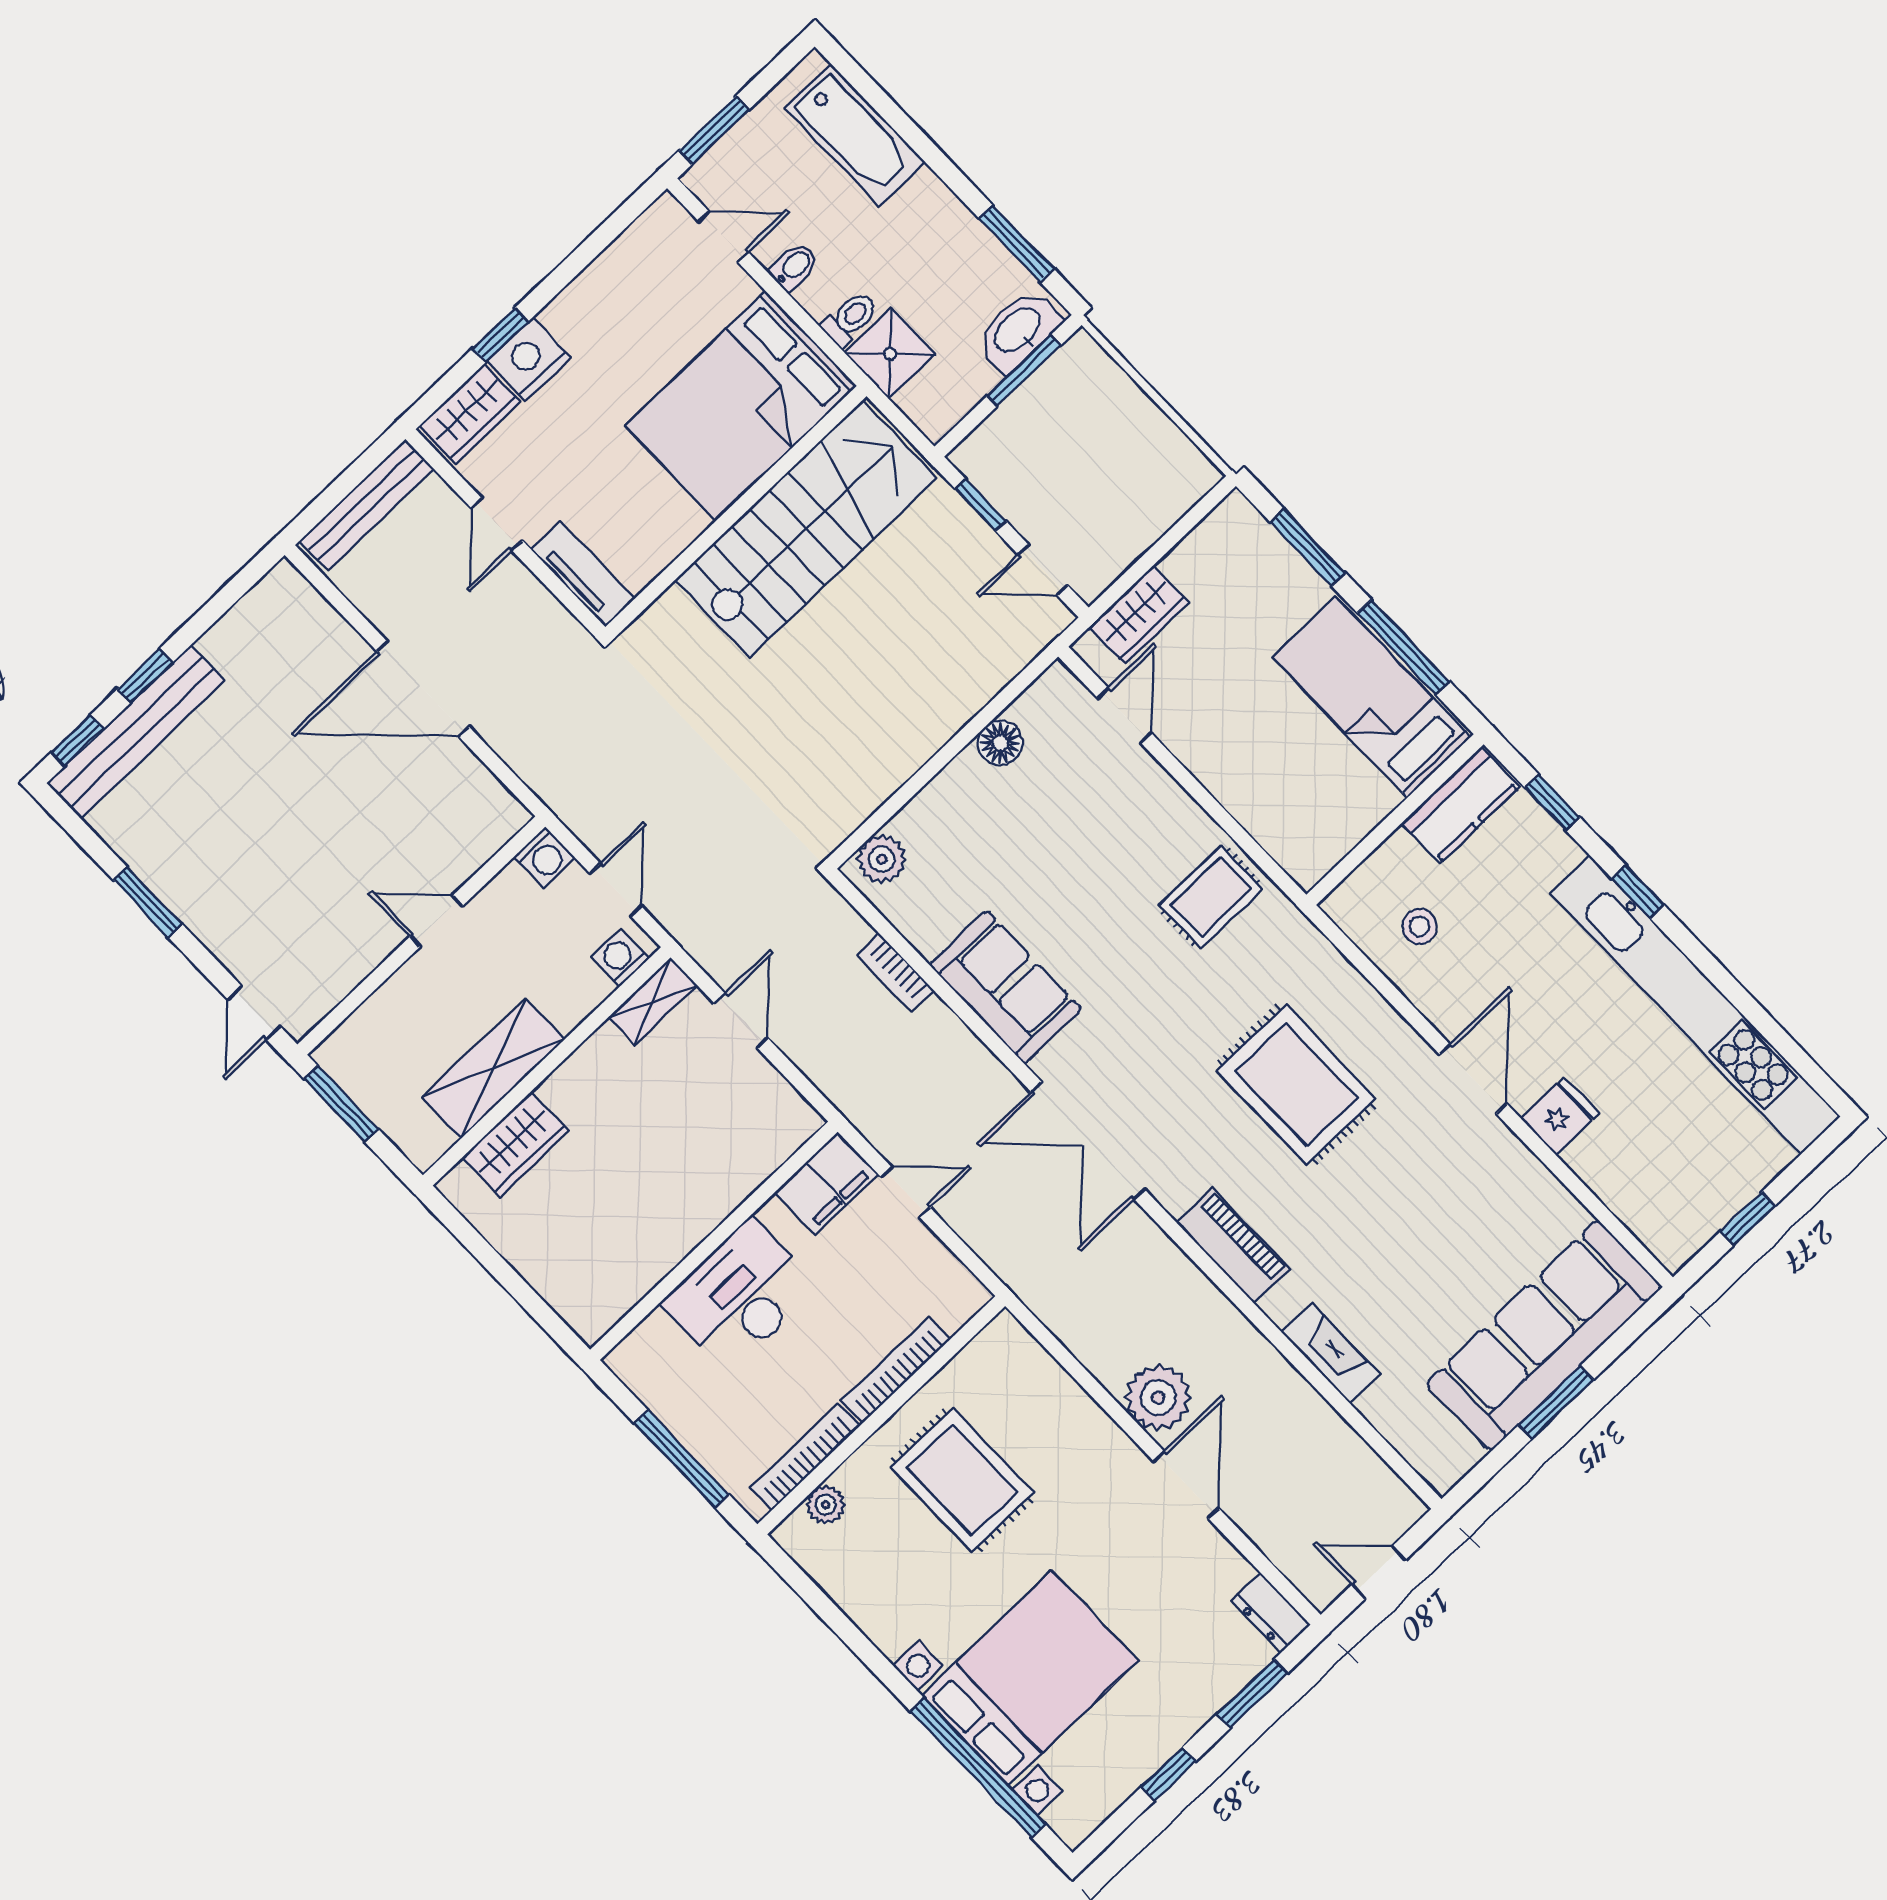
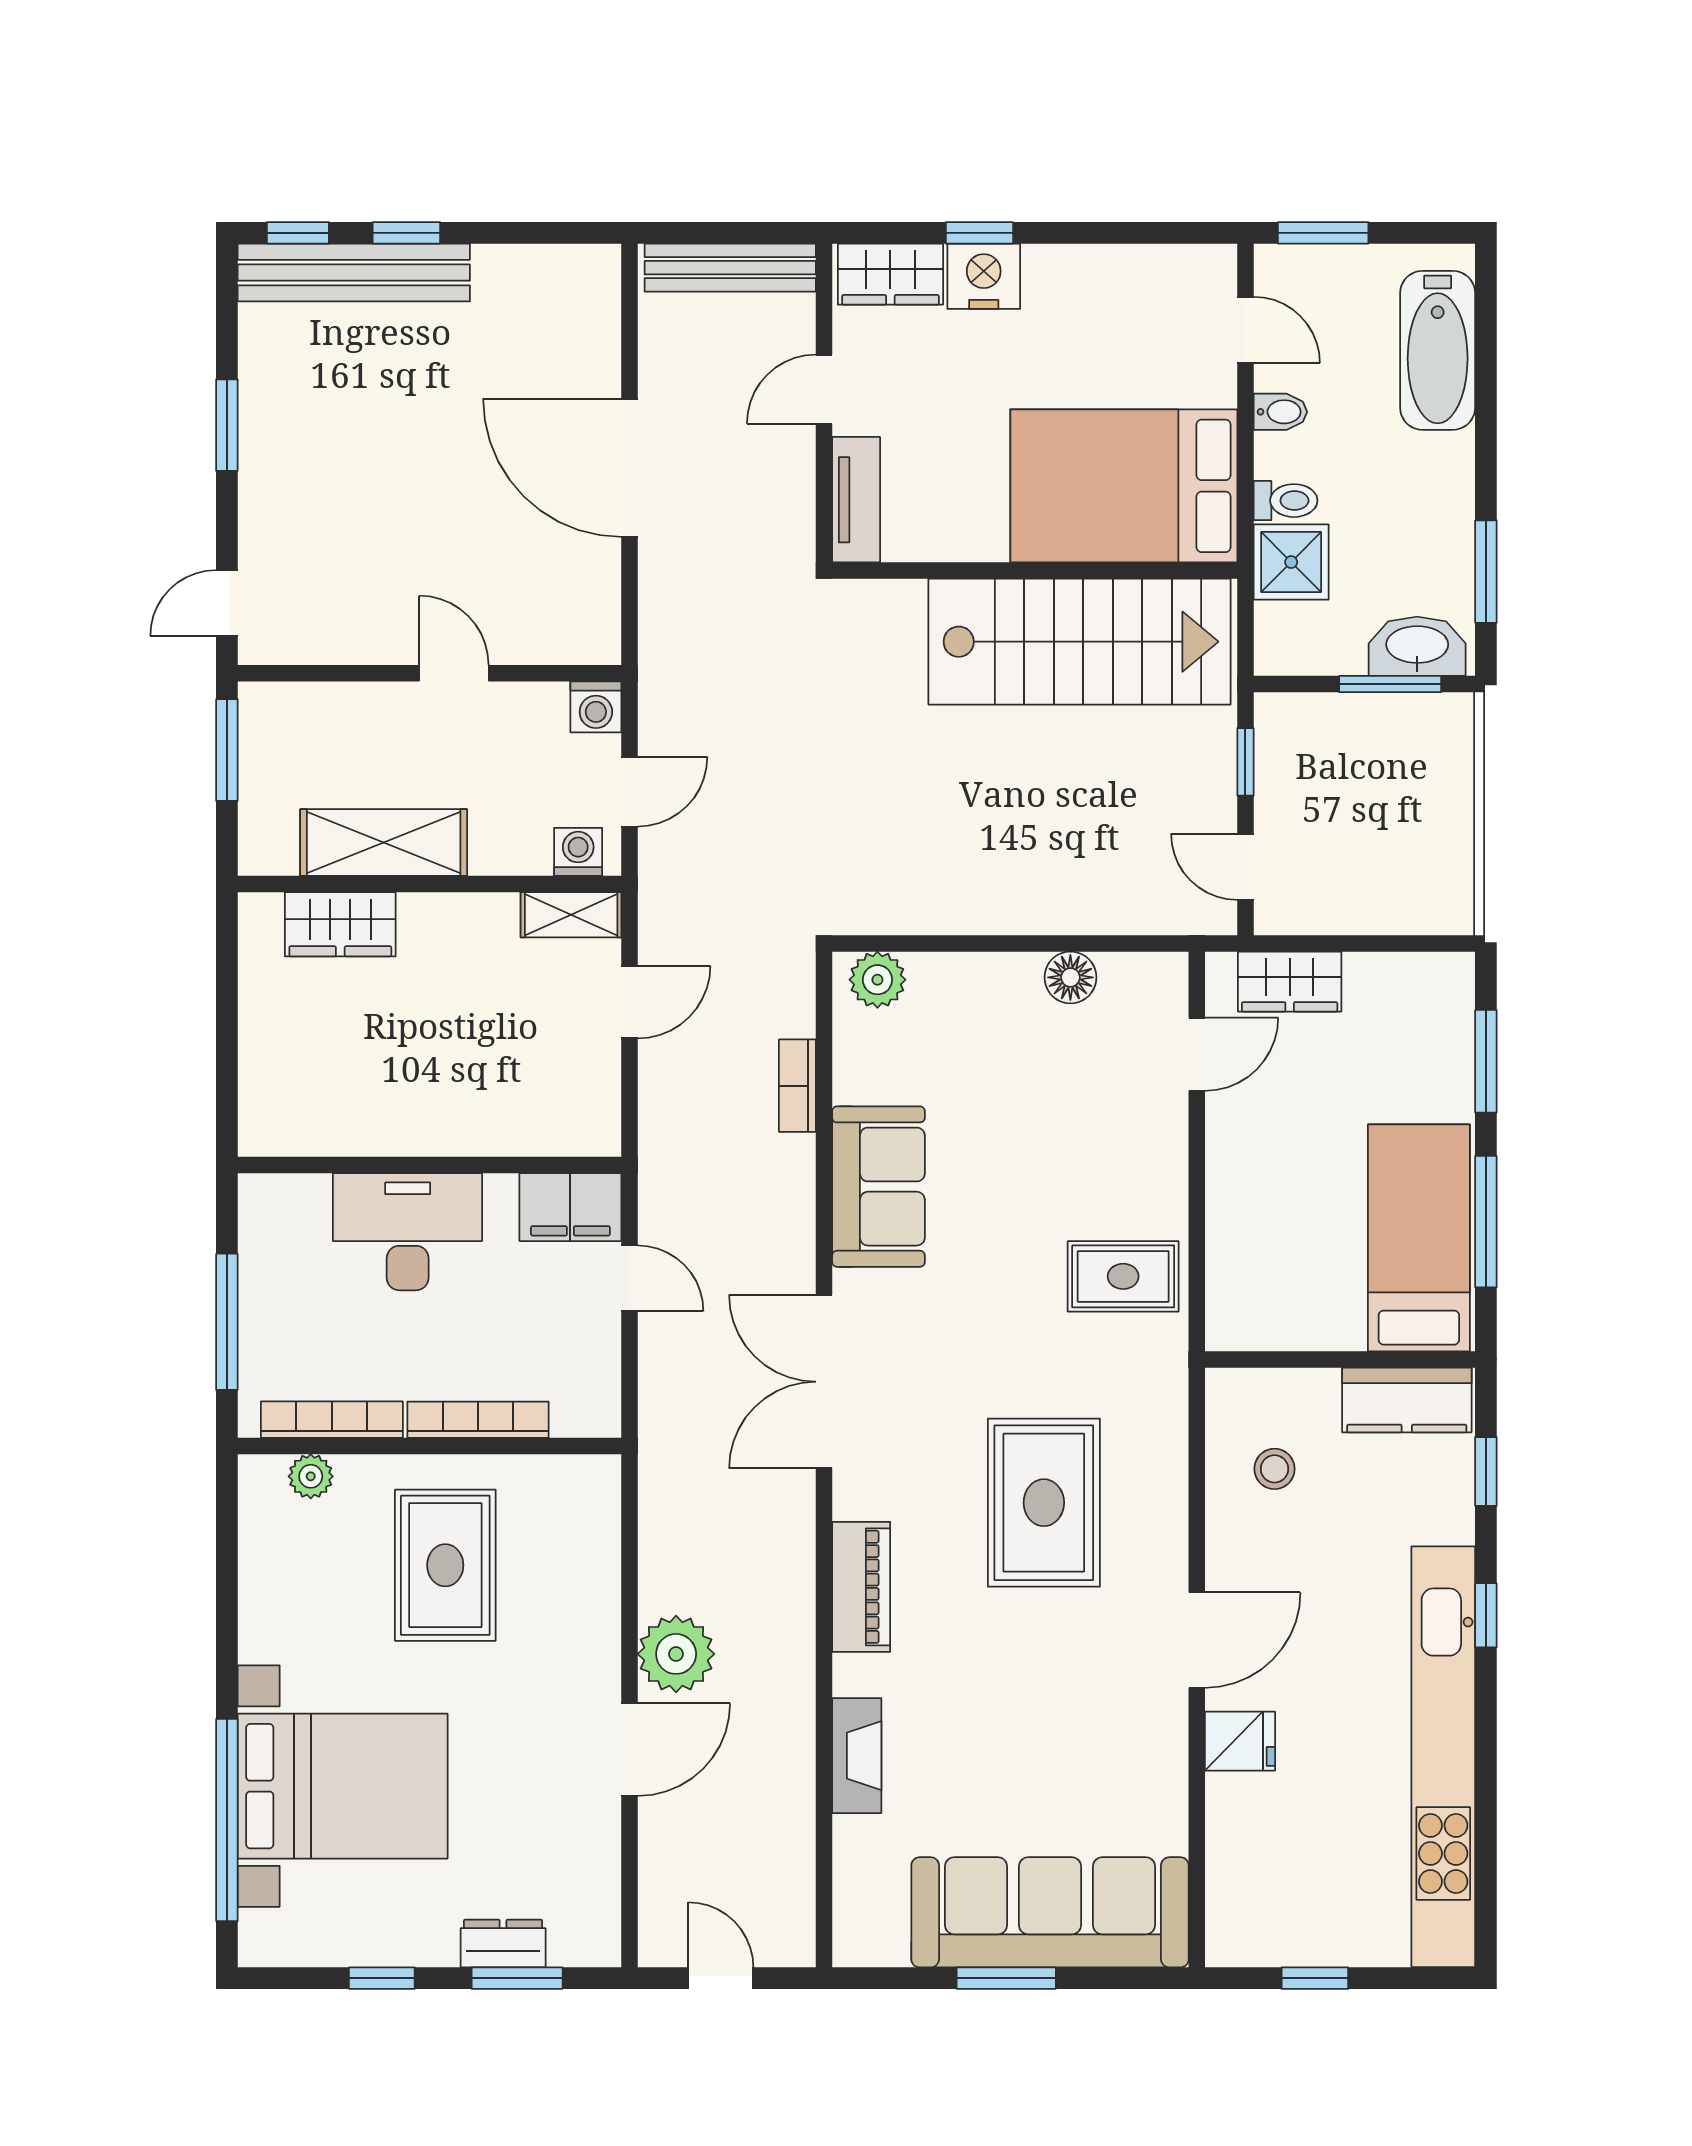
dresser: (1271, 1613) -> (503, 1943), moved, turned 90

